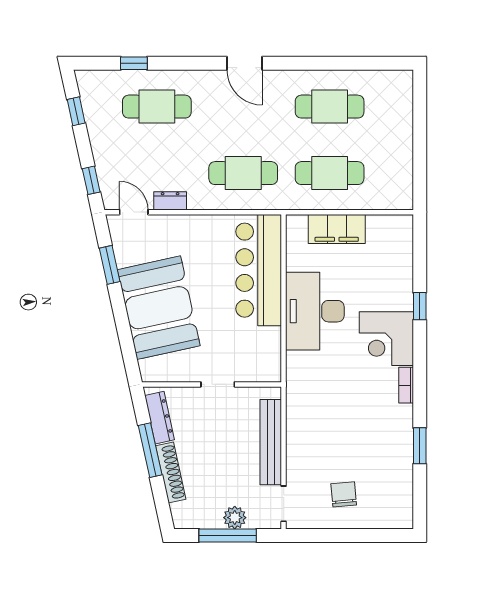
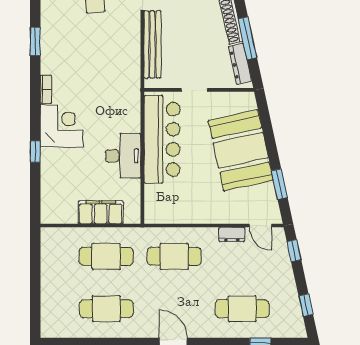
bar counter: (259, 270) -> (162, 139), moved
desk: (315, 311) -> (123, 156), width x0.73, depth x0.77

